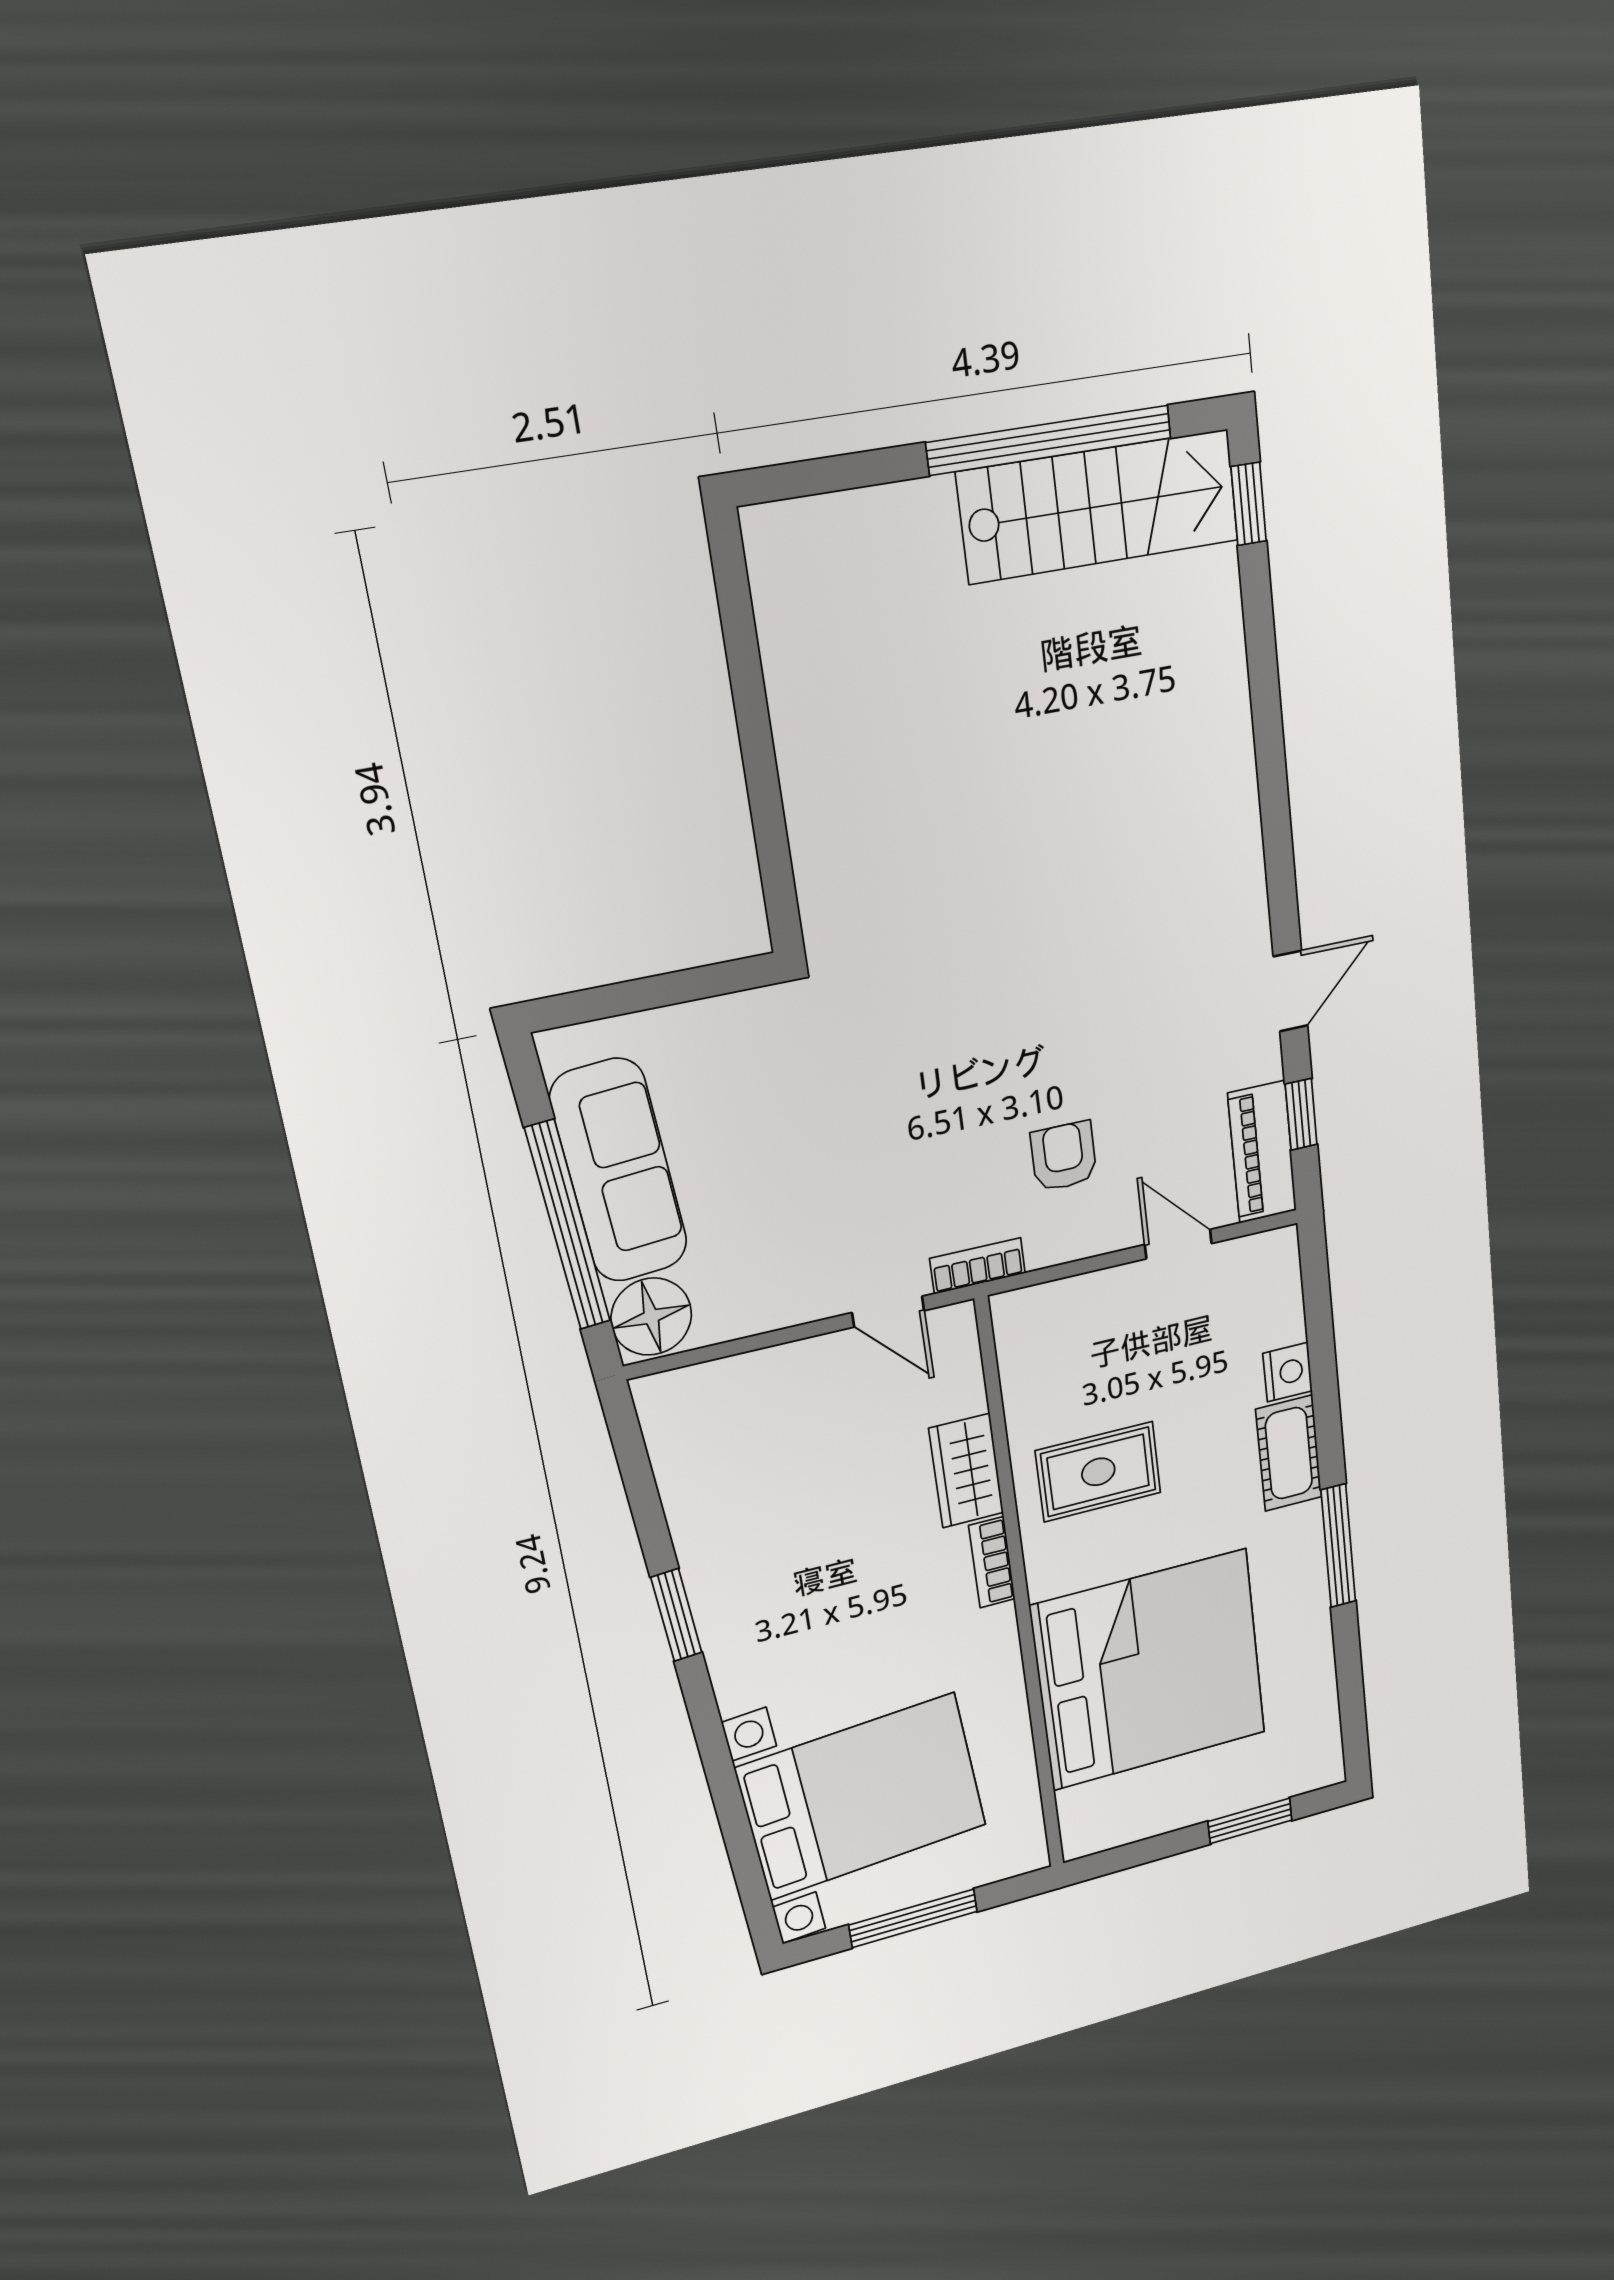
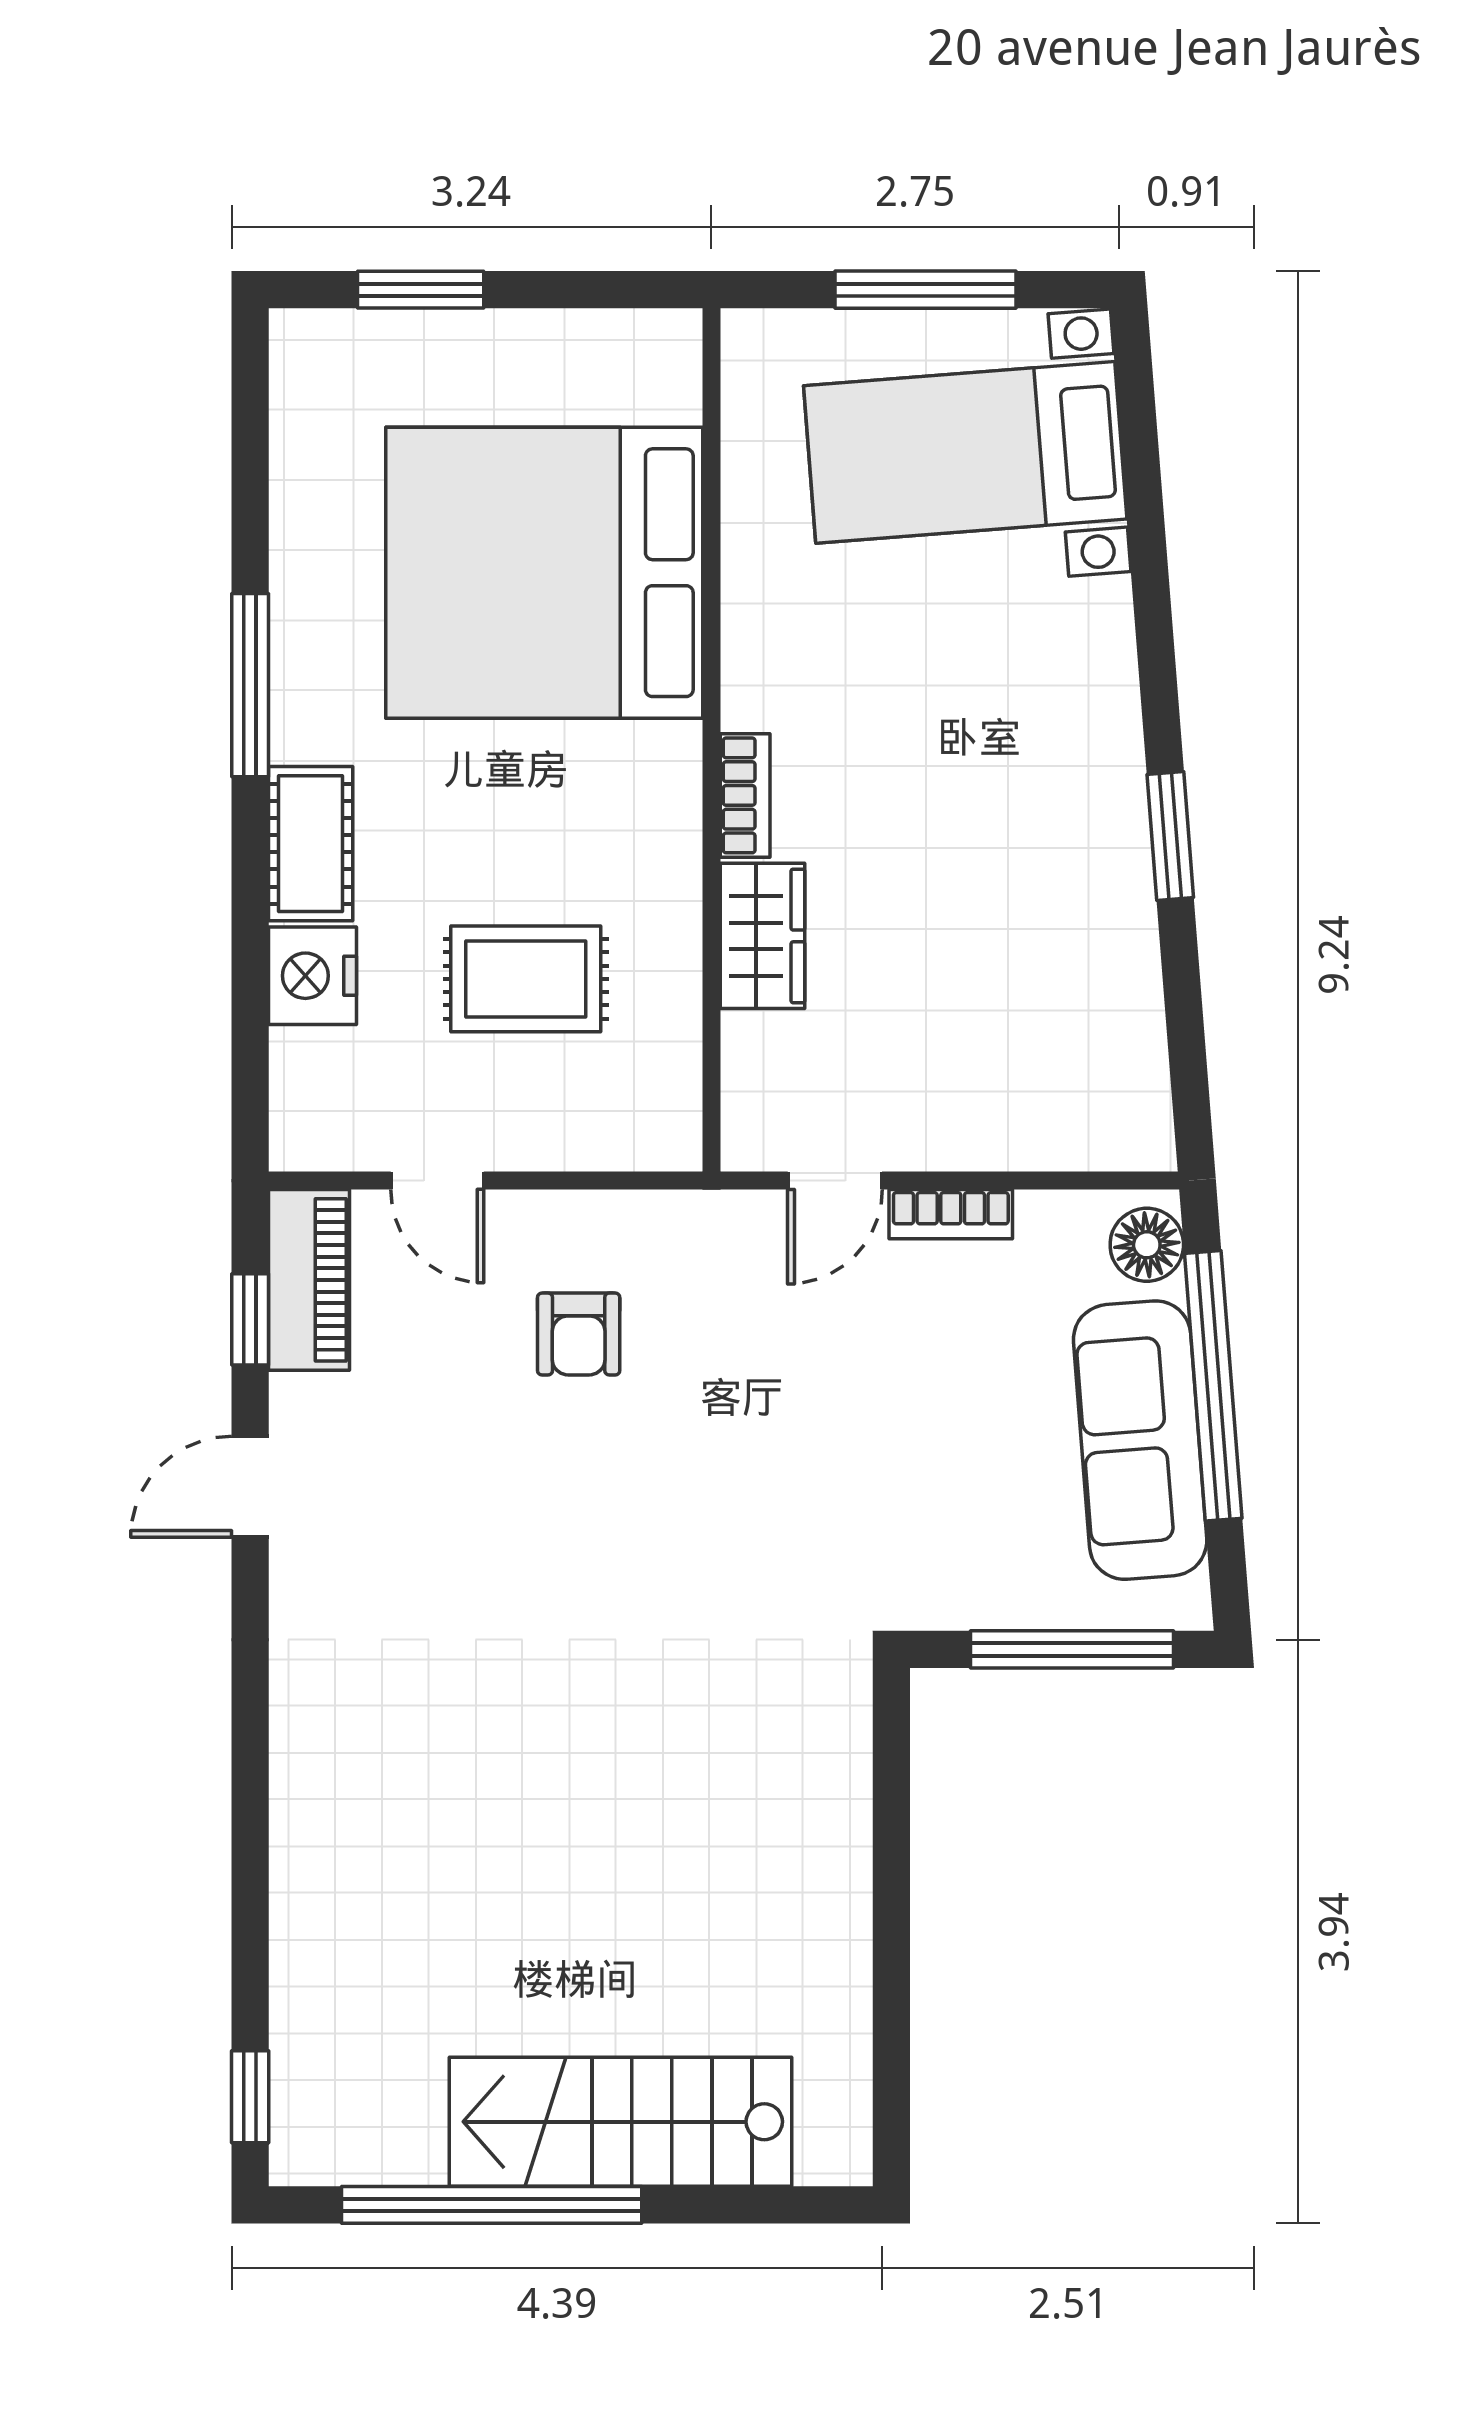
stairs: (1099, 506) -> (621, 2122), moved
window: (645, 994) -> (1072, 1649), added
bookcase: (978, 1266) -> (951, 1214), moved
door: (888, 1312) -> (835, 1181), swing flipped
floor lamp: (651, 1317) -> (1147, 1245), width x0.73, depth x0.73
nightstand: (1288, 1372) -> (312, 976), width x1.36, depth x1.33
rug: (1098, 1472) -> (526, 979), moved
bed with nightstands: (862, 1797) -> (965, 452), width x0.73

